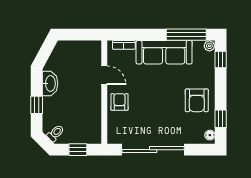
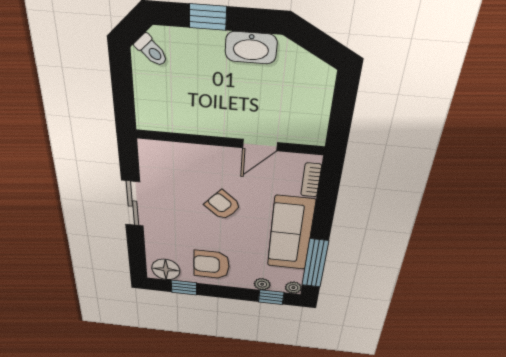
plant: (209, 66) -> (262, 284), added
armchair: (119, 102) -> (223, 205), moved, turned -139
floor lamp: (210, 135) -> (166, 269), width x1.89, depth x1.89
window: (78, 150) -> (123, 89), removed
sliding door: (153, 150) -> (132, 204), width x0.54

